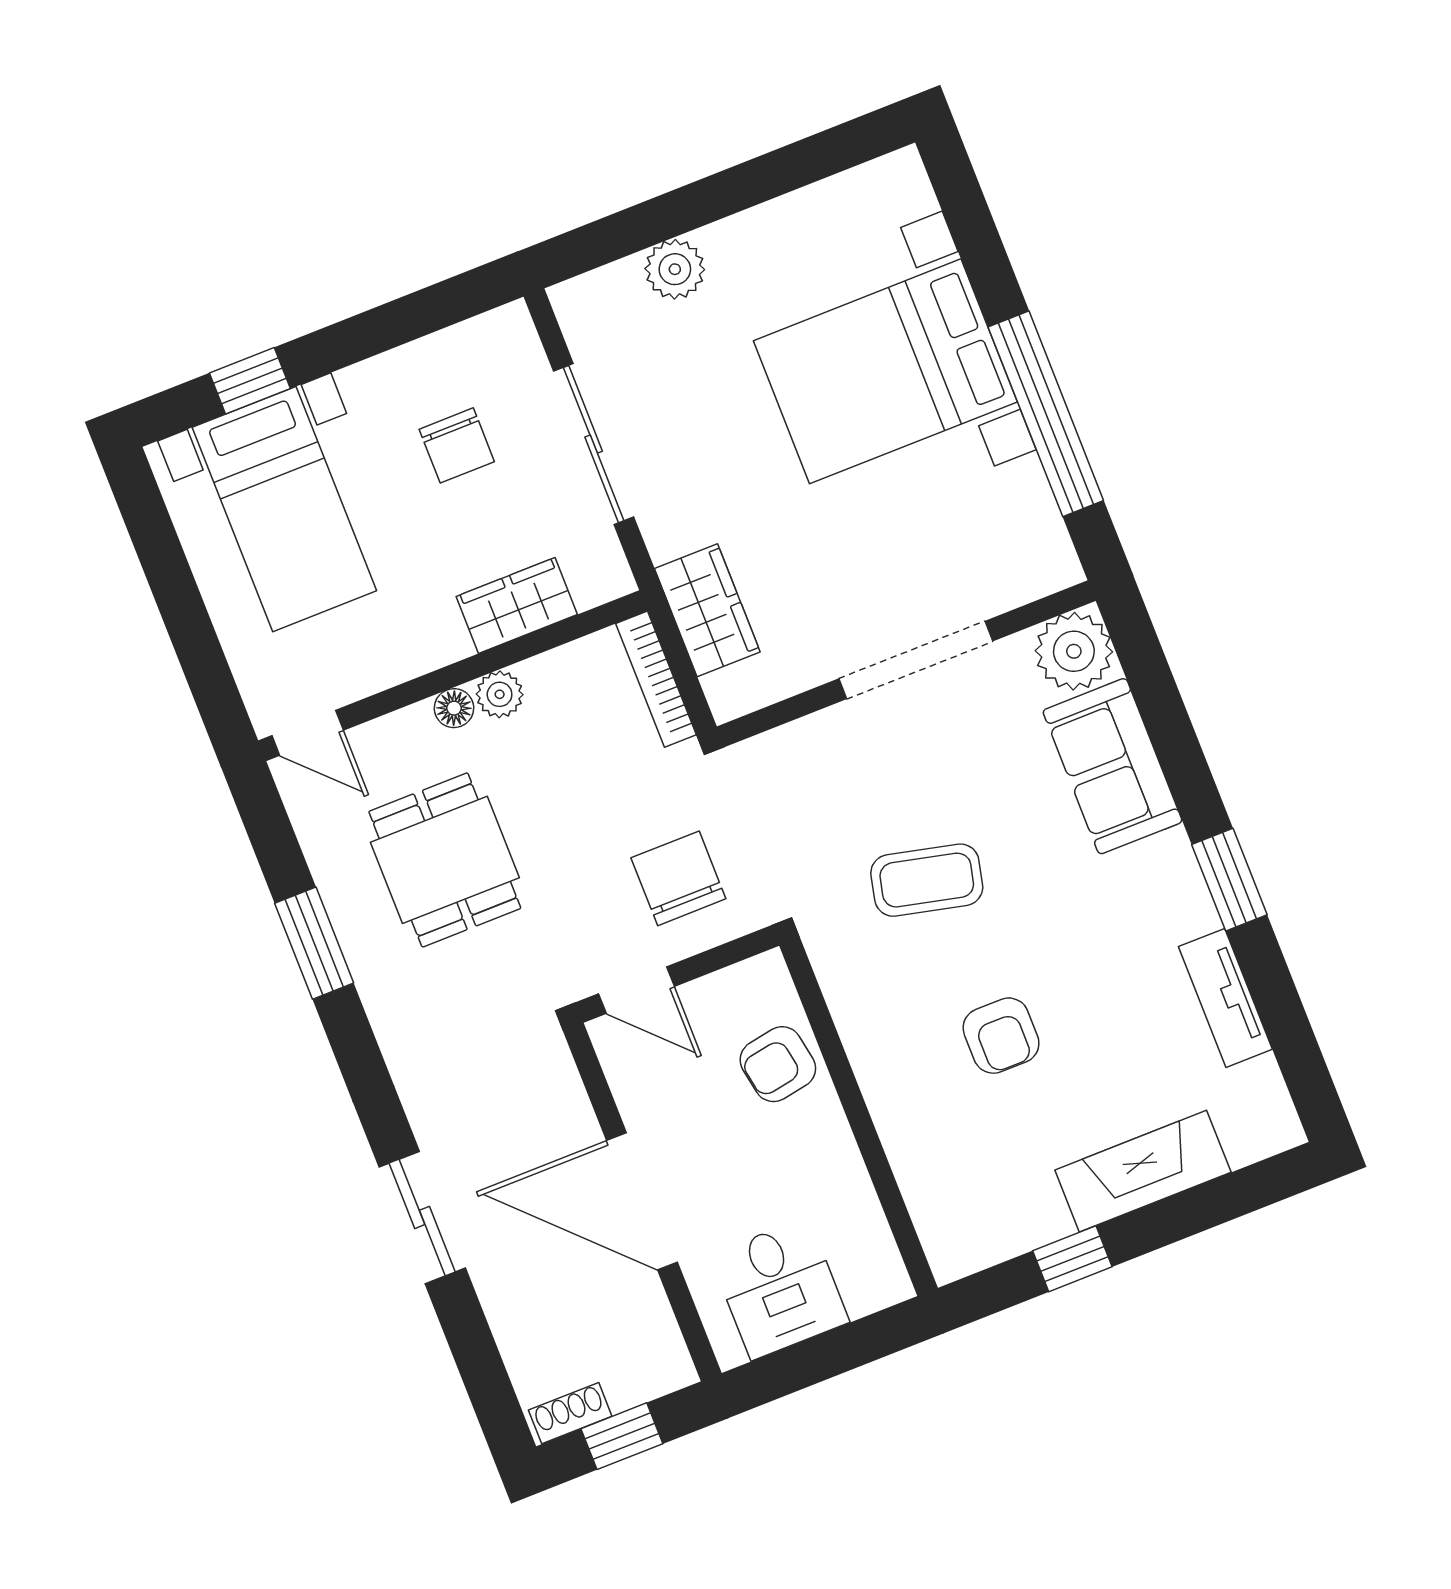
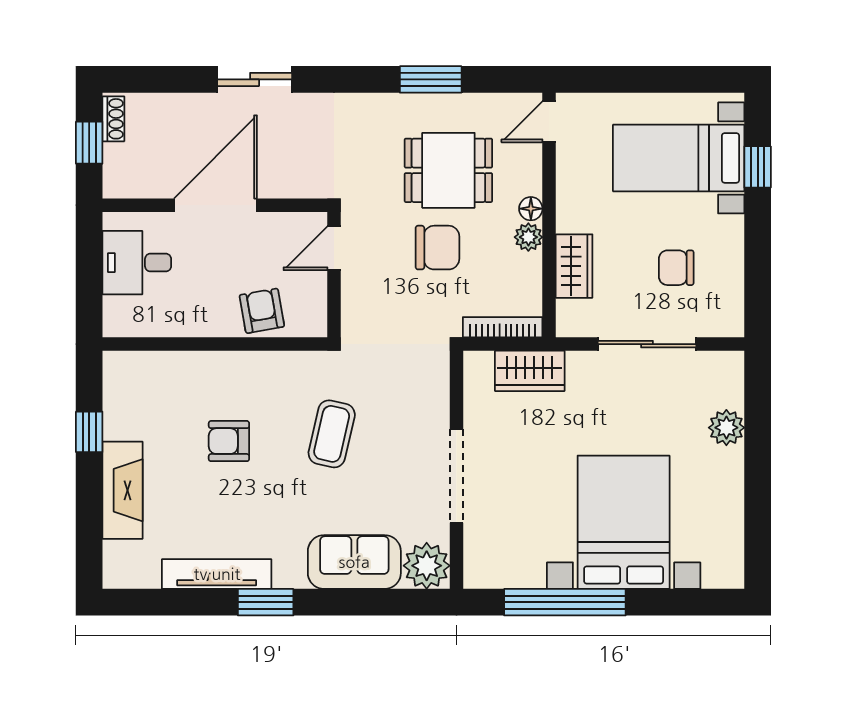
chair: (678, 878) -> (437, 248), moved
tv unit: (1225, 998) -> (217, 574), width x1.41

